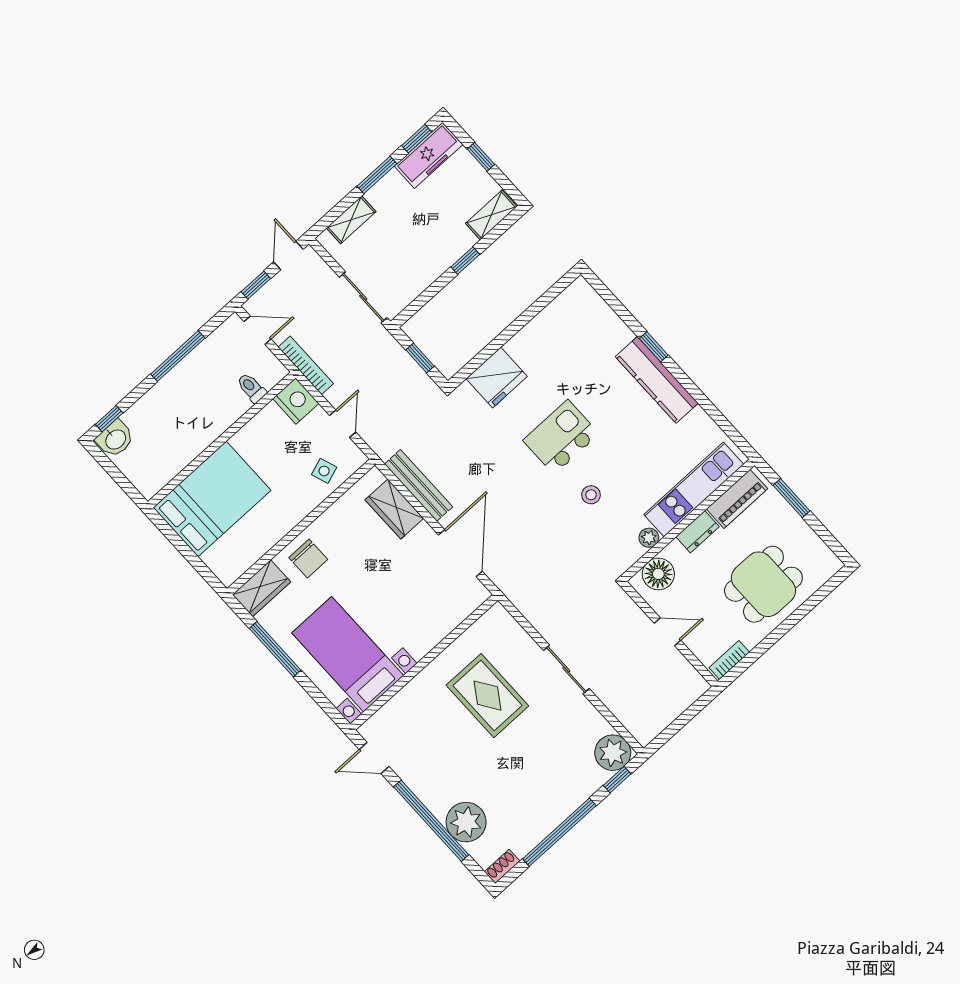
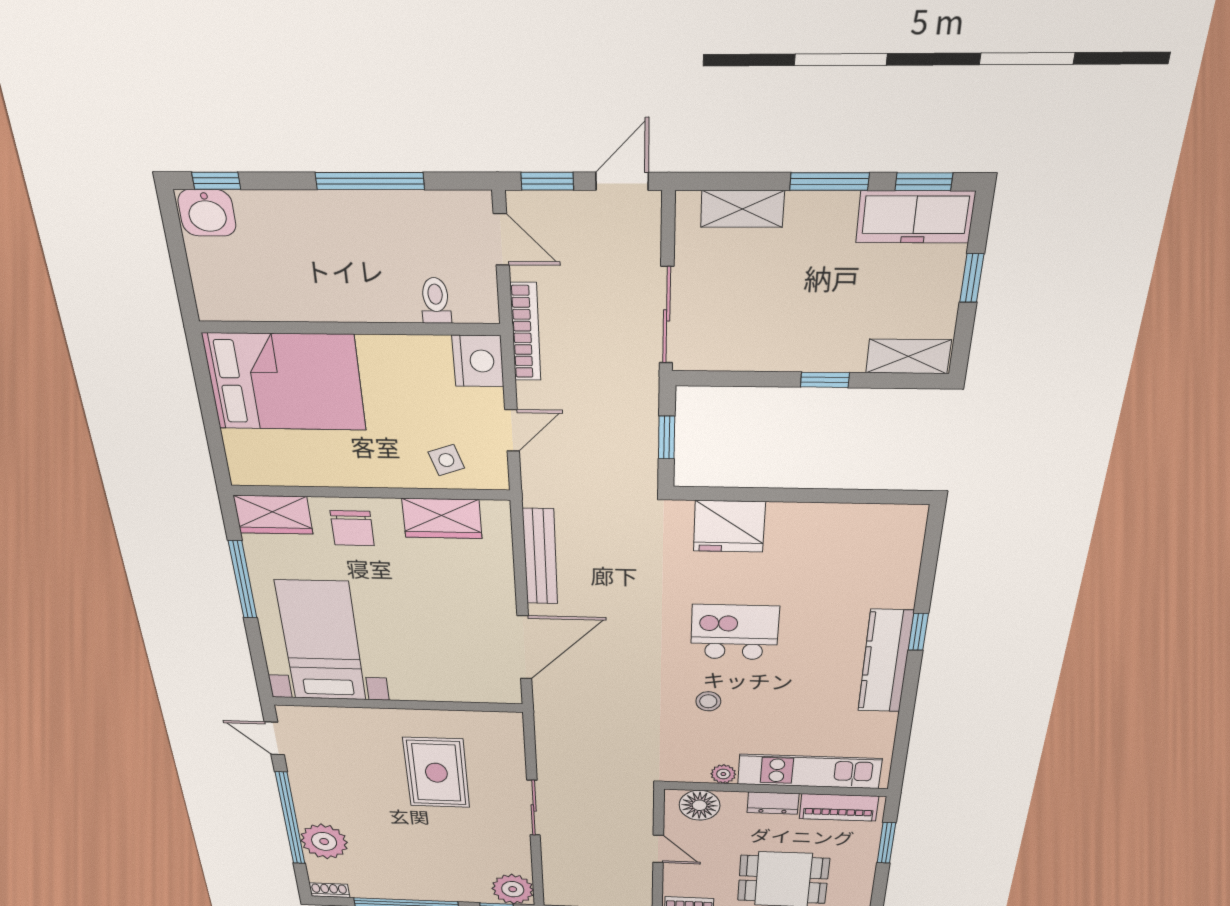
wardrobe: (394, 509) -> (442, 519), moved, turned -90

